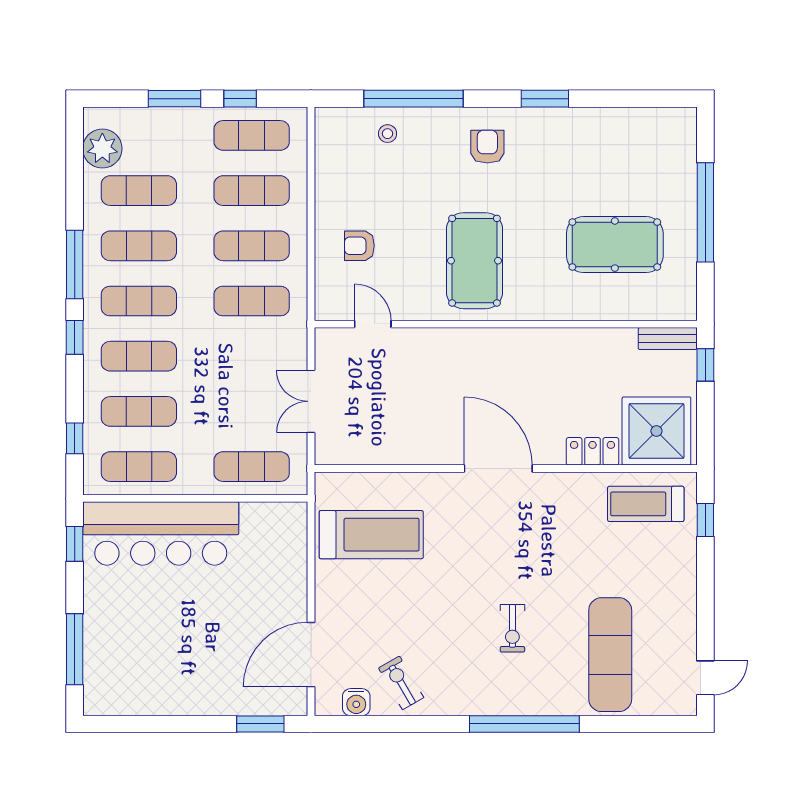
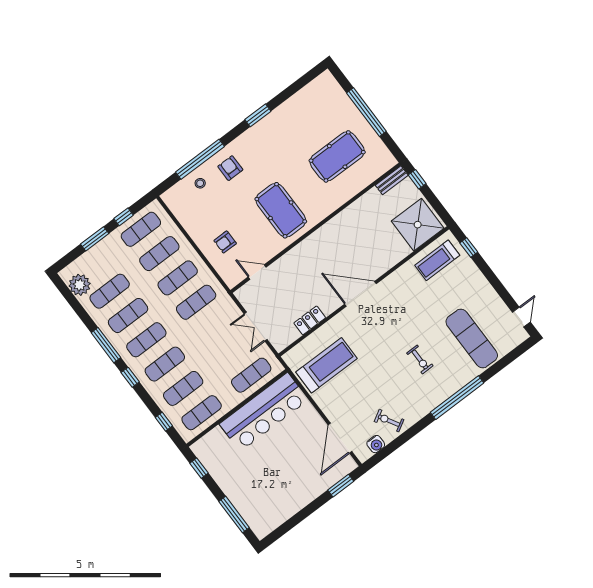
armchair: (487, 147) -> (230, 168), moved
locker: (592, 451) -> (310, 320), moved
bar counter: (161, 534) -> (264, 412), moved

